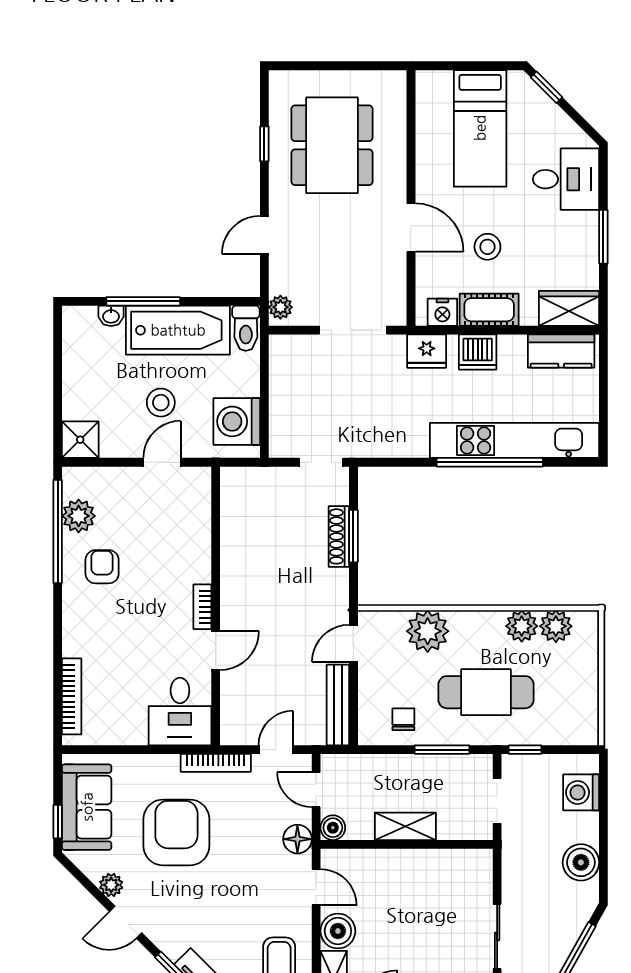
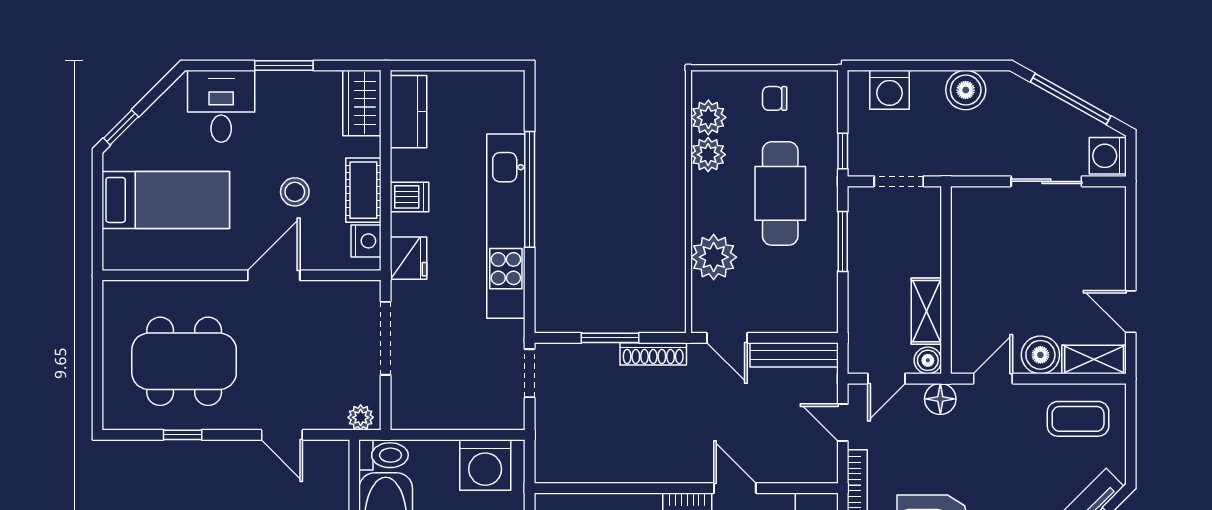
dishwasher: (478, 352) -> (409, 197), width x0.73
kitchen unit: (514, 440) -> (506, 226), moved
shoe rack: (339, 536) -> (653, 354), moved
chair: (403, 719) -> (775, 98), moved
shelving: (405, 826) -> (926, 311), moved

